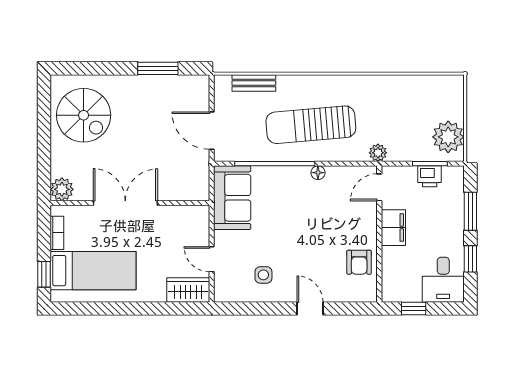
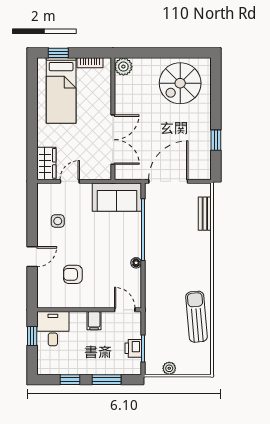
window: (158, 68) -> (216, 140), width x0.67
sun lounger: (311, 125) -> (196, 317), moved, width x0.73, depth x0.75
door: (212, 131) -> (168, 181), width x1.36
plant: (448, 137) -> (169, 368), width x0.53, depth x0.53
plant: (378, 153) -> (151, 309), removed
double door: (125, 203) -> (113, 140), moved
filing cabinet: (393, 228) -> (94, 321), width x0.50
armchair: (359, 262) -> (73, 274), moved
desk: (443, 280) -> (53, 329), moved, turned 90

